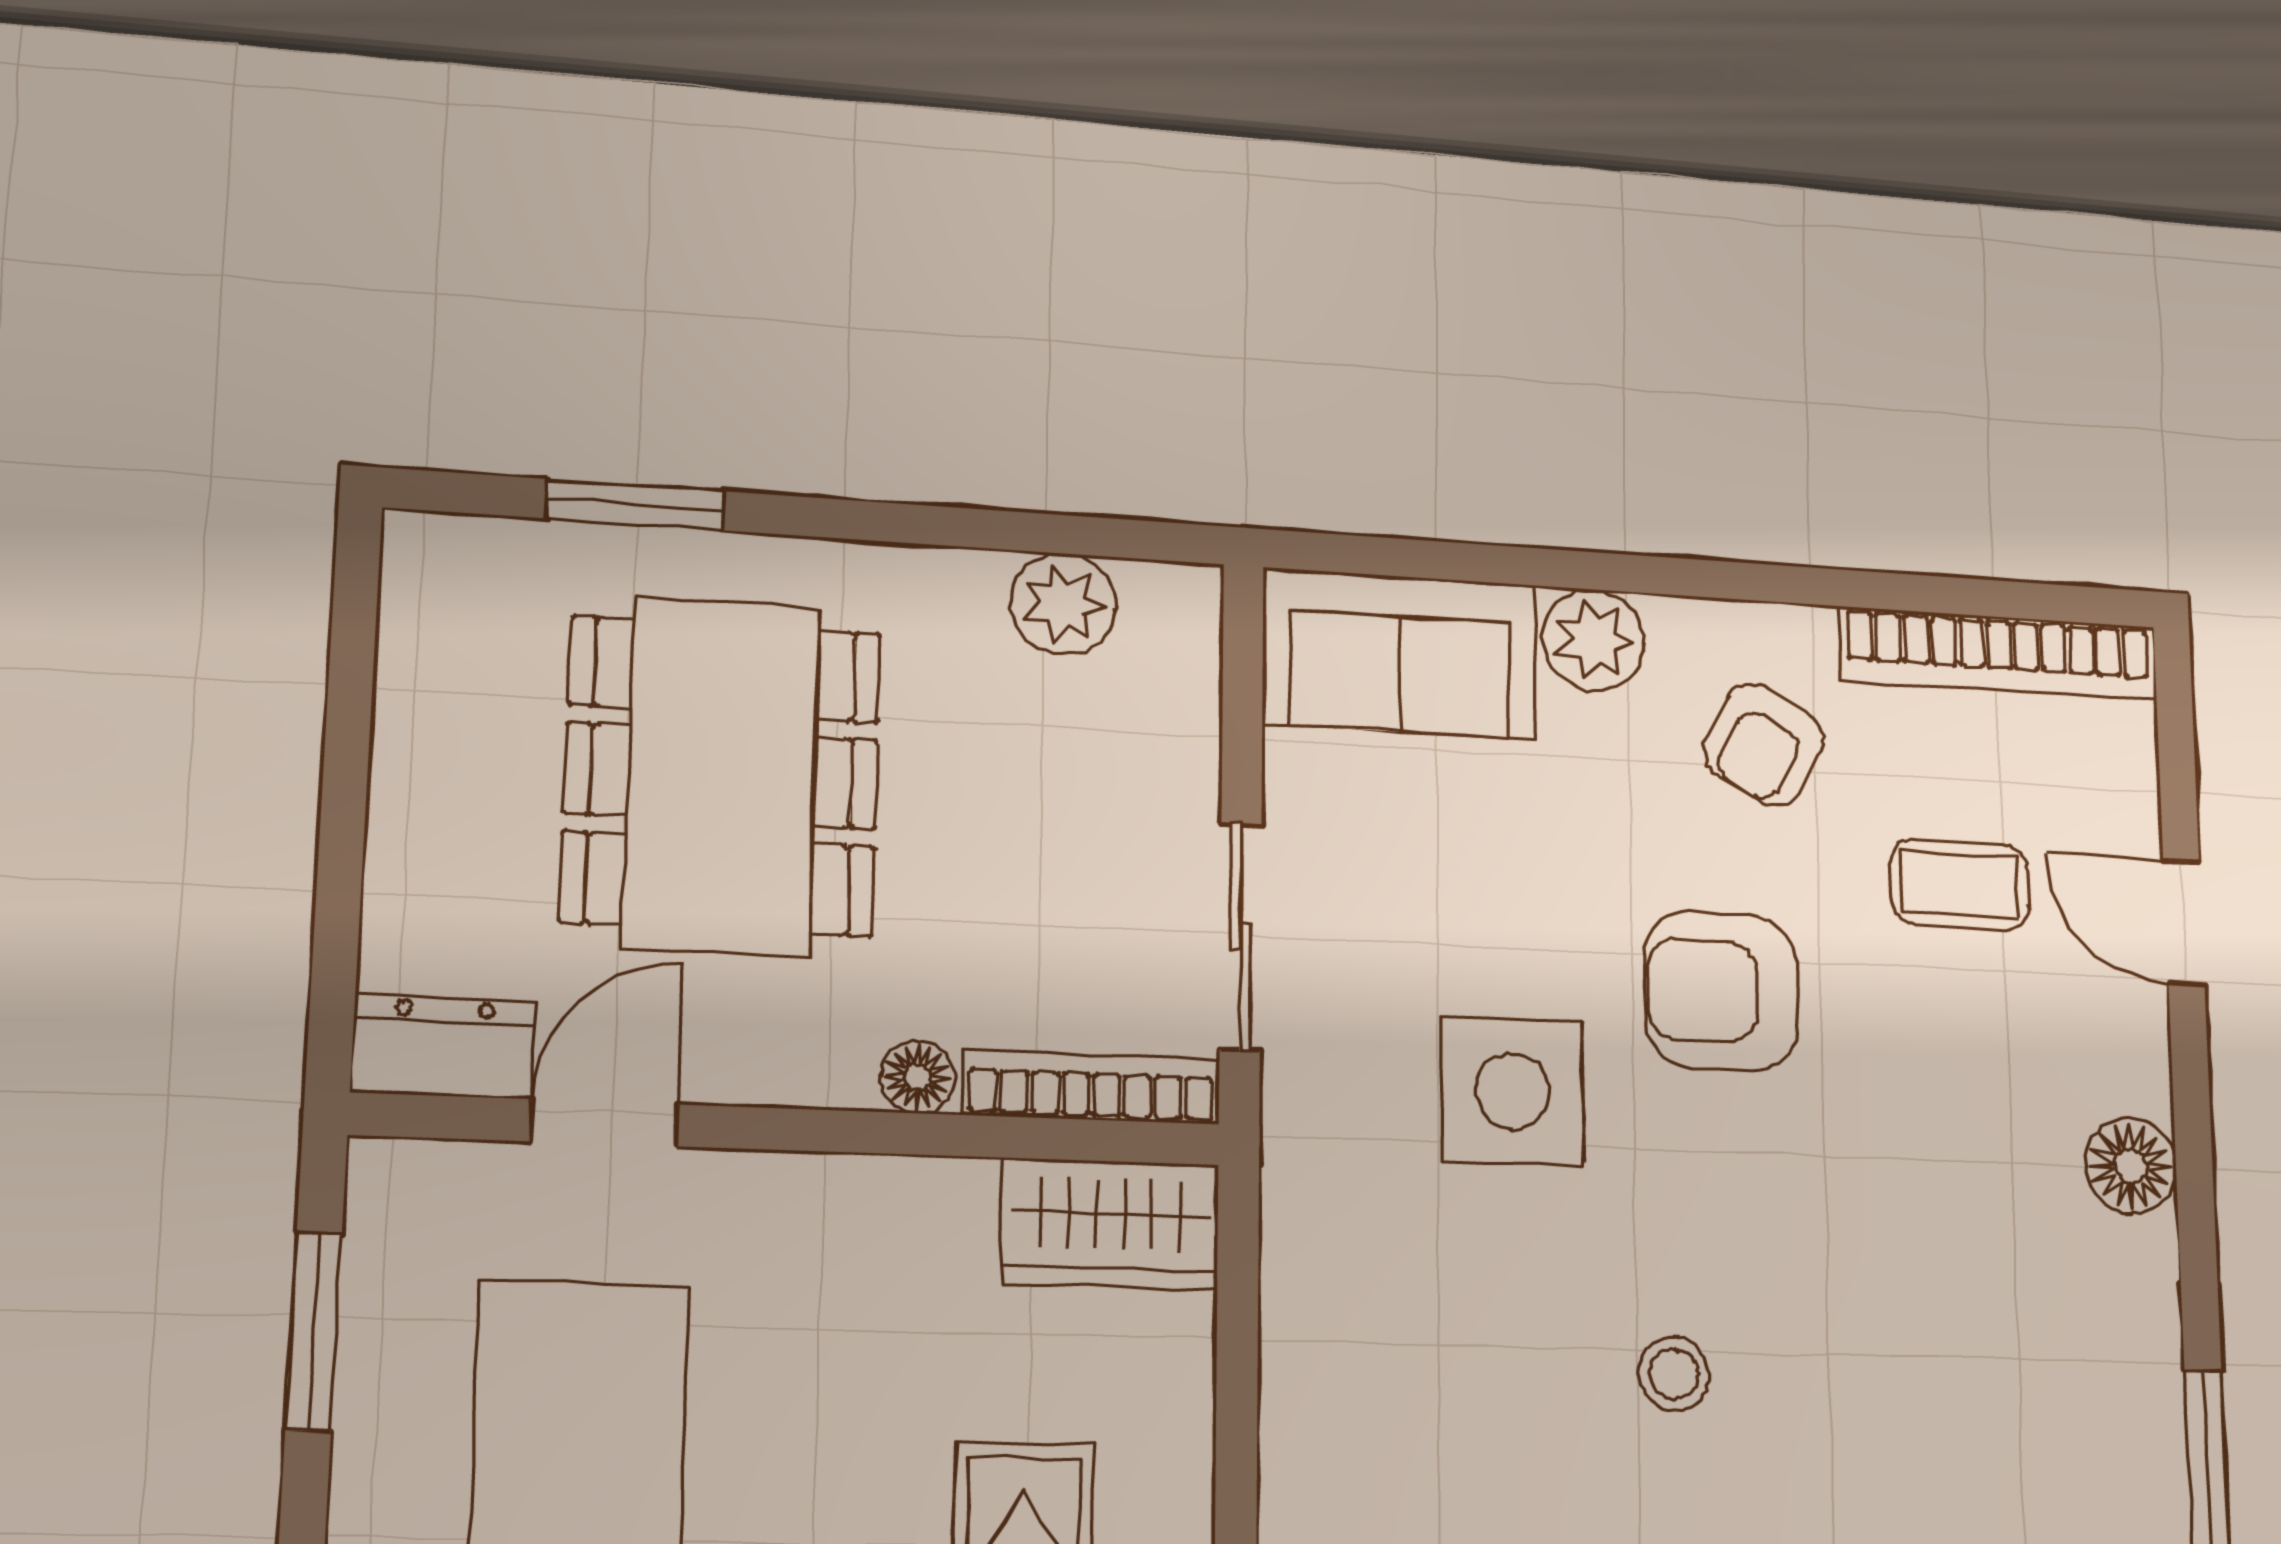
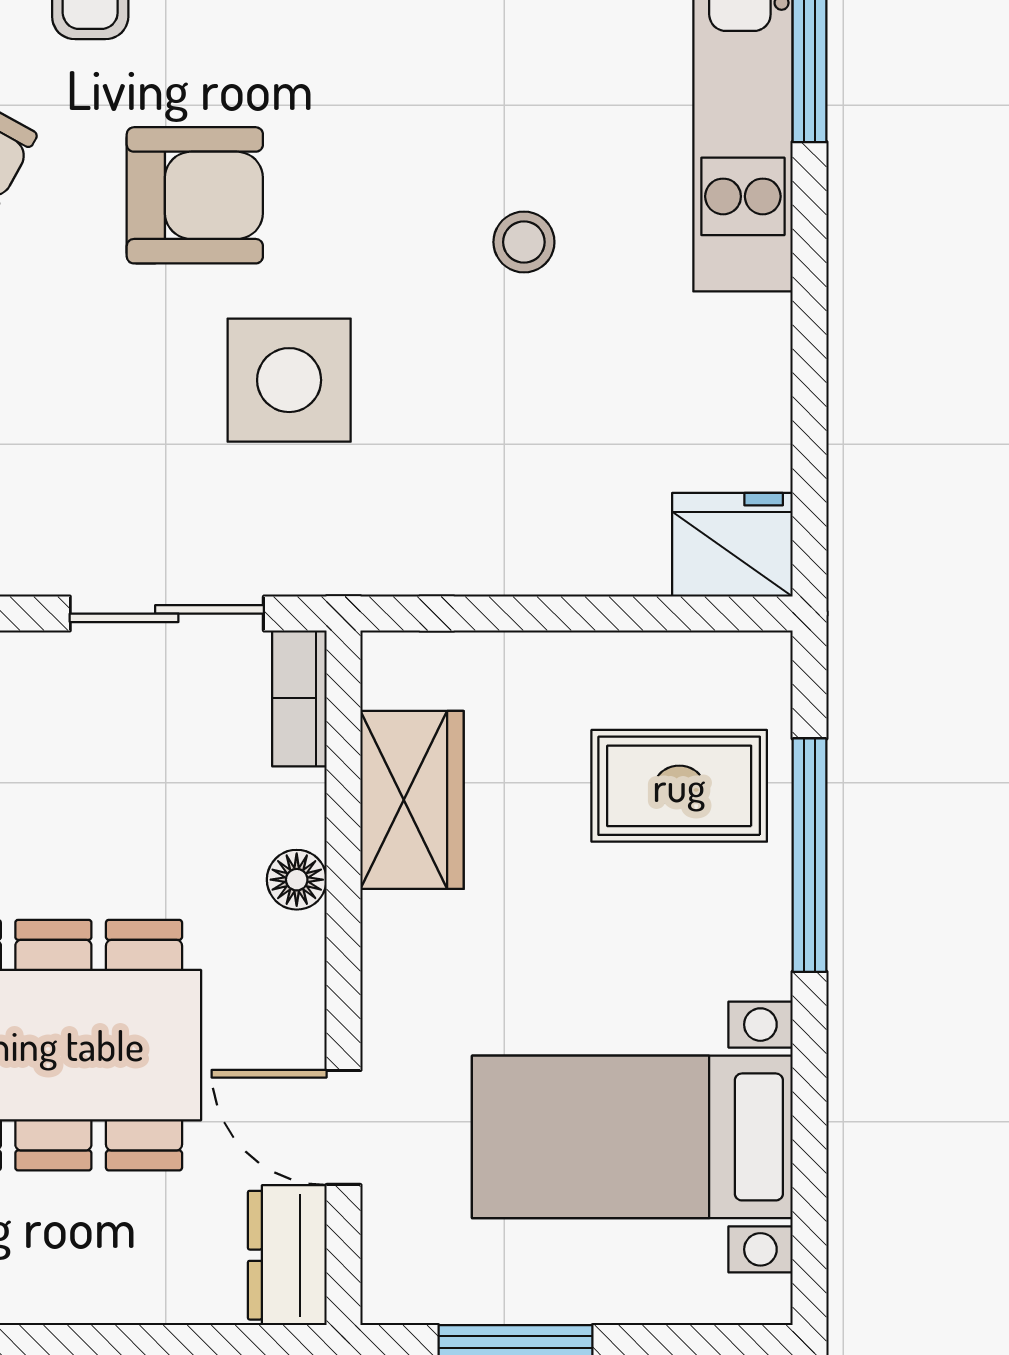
armchair: (1721, 991) -> (195, 195), turned -90
bookcase: (1092, 1087) -> (299, 698), width x0.64
wardrobe: (1110, 1224) -> (412, 800), moved

